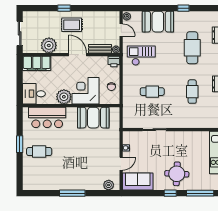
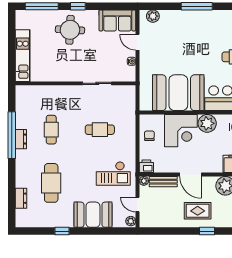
booth: (93, 118) -> (178, 93), width x1.36, depth x1.42
door: (121, 164) -> (137, 42), hinge flipped

